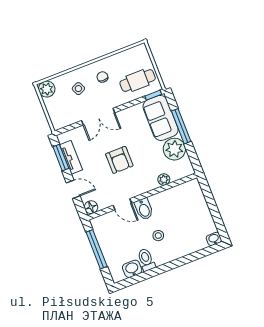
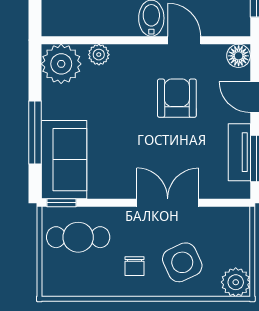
side table: (78, 89) -> (182, 262), width x1.87, depth x1.87
plant: (174, 149) -> (61, 64), moved
armchair: (119, 160) -> (177, 98), moved

